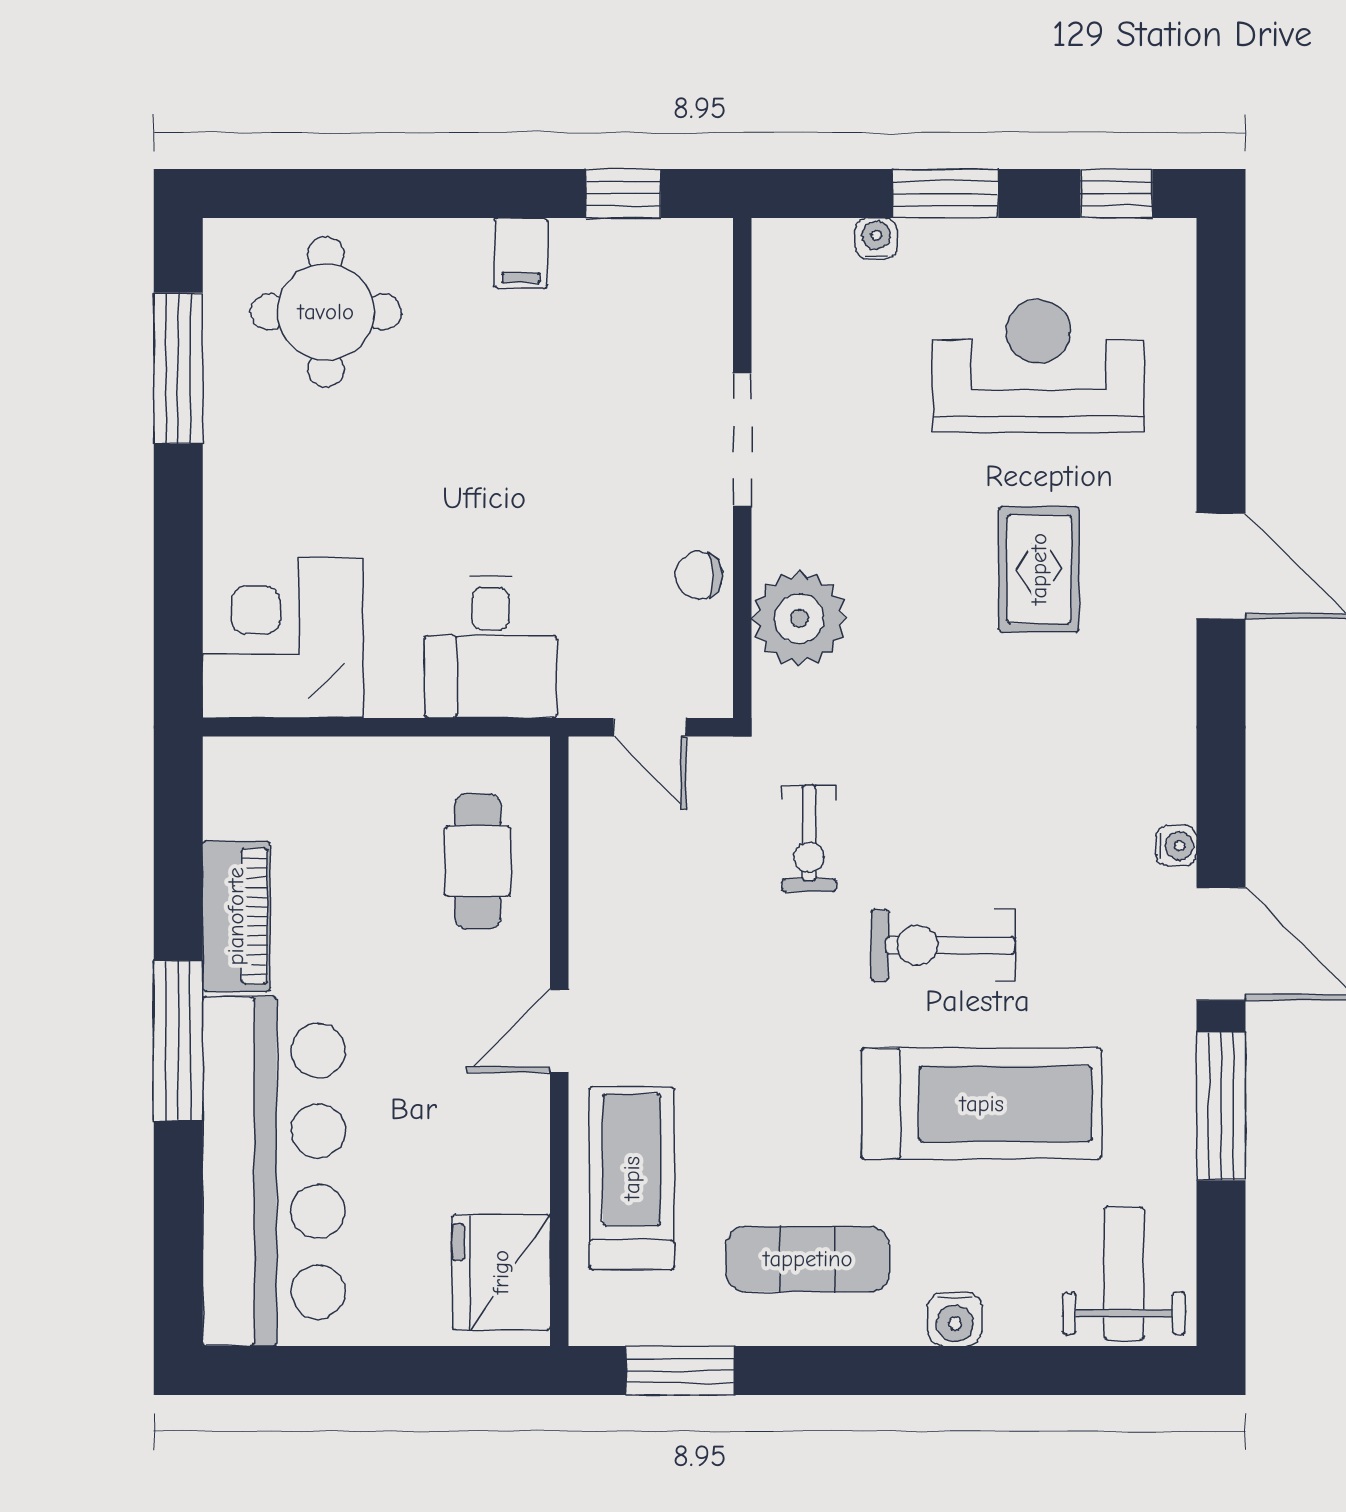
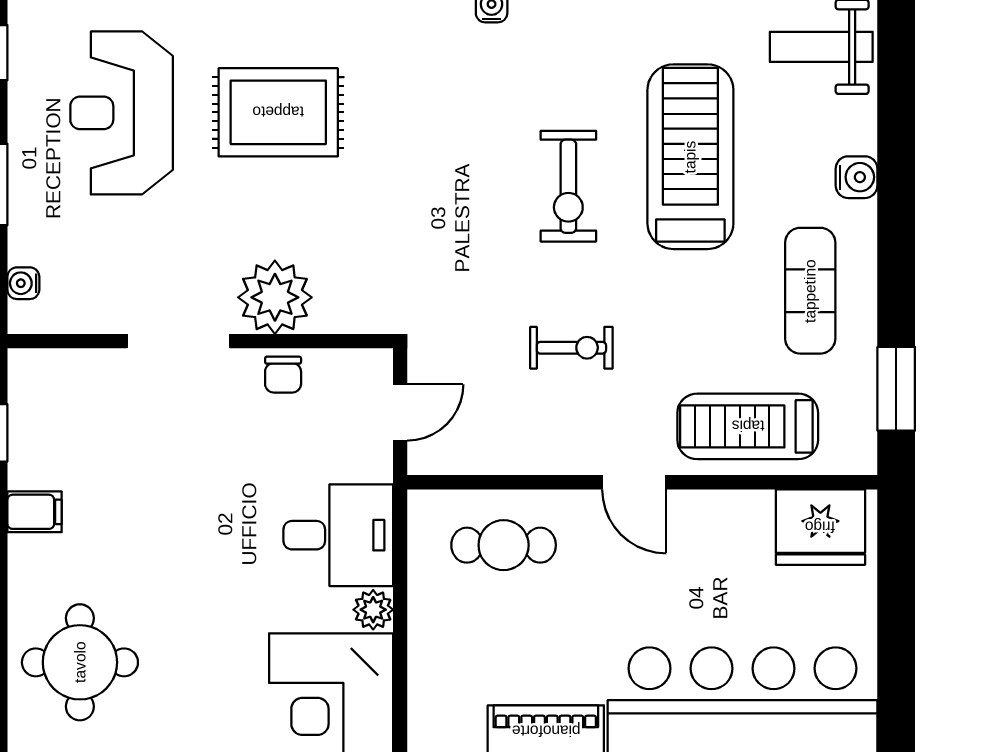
water cooler: (876, 239) -> (23, 283), moved
rug: (1039, 569) -> (278, 112), width x1.36, depth x1.43
plant: (799, 618) -> (275, 297), moved
plant: (394, 692) -> (373, 610), added
exercise bike: (809, 838) -> (571, 348), moved

